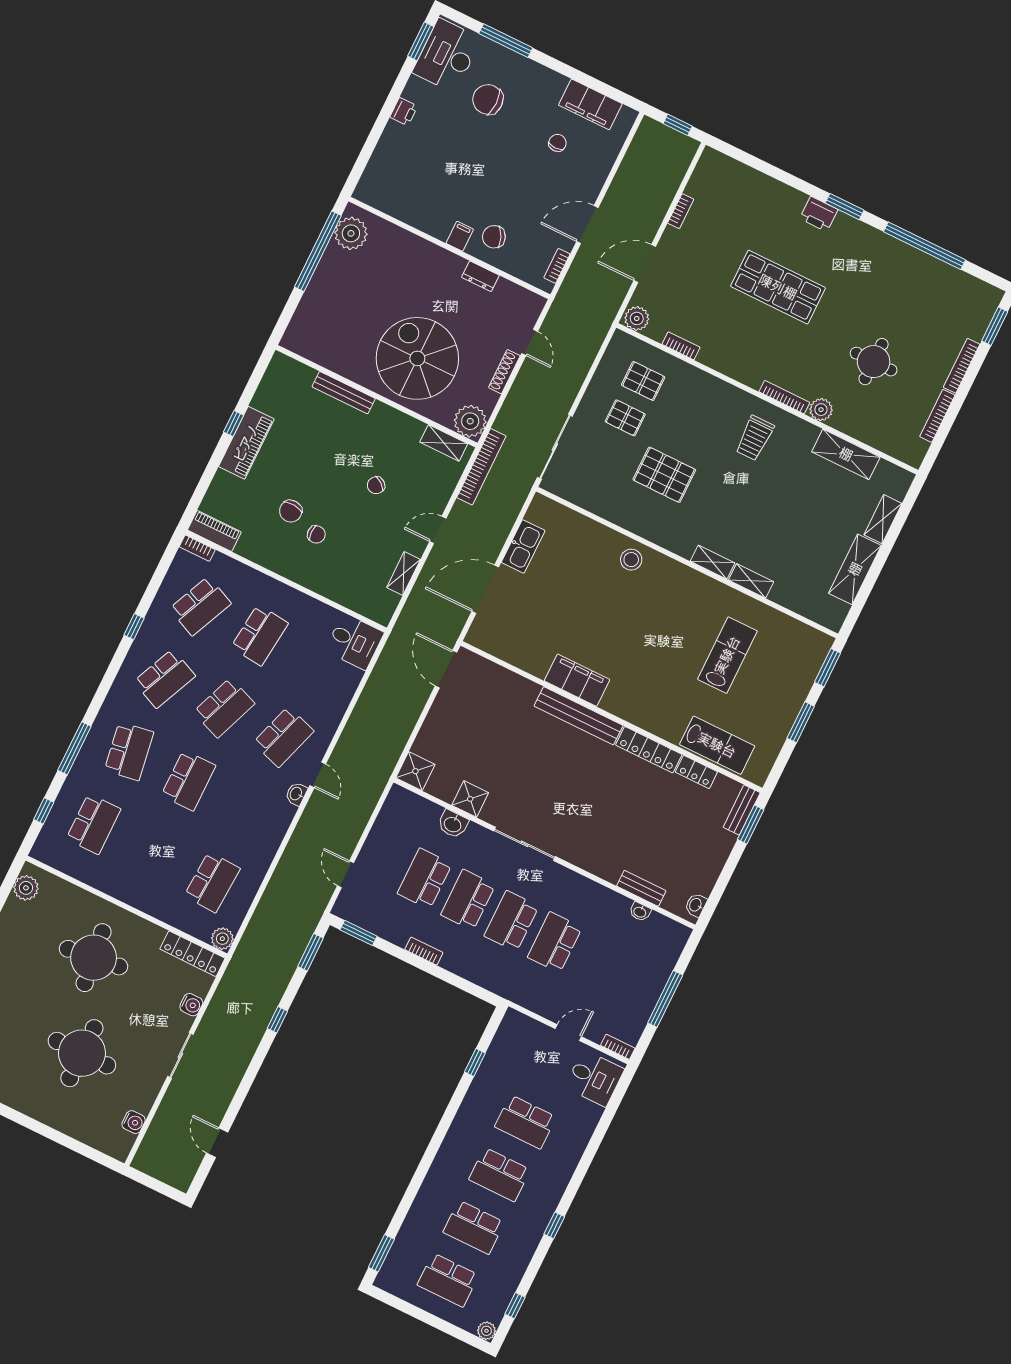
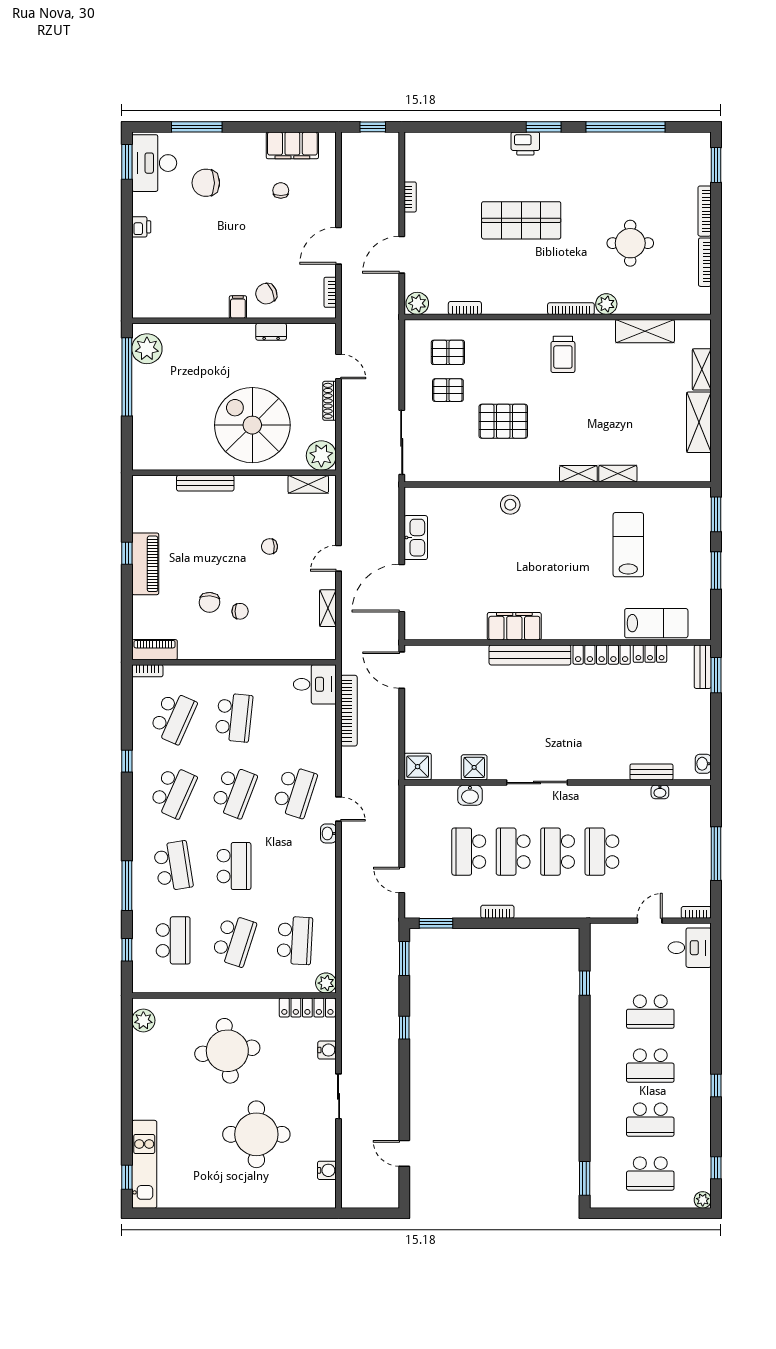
bookcase: (481, 467) -> (349, 711), moved
chair: (376, 485) -> (269, 546), turned 49
school desk: (153, 853) -> (234, 940), added

